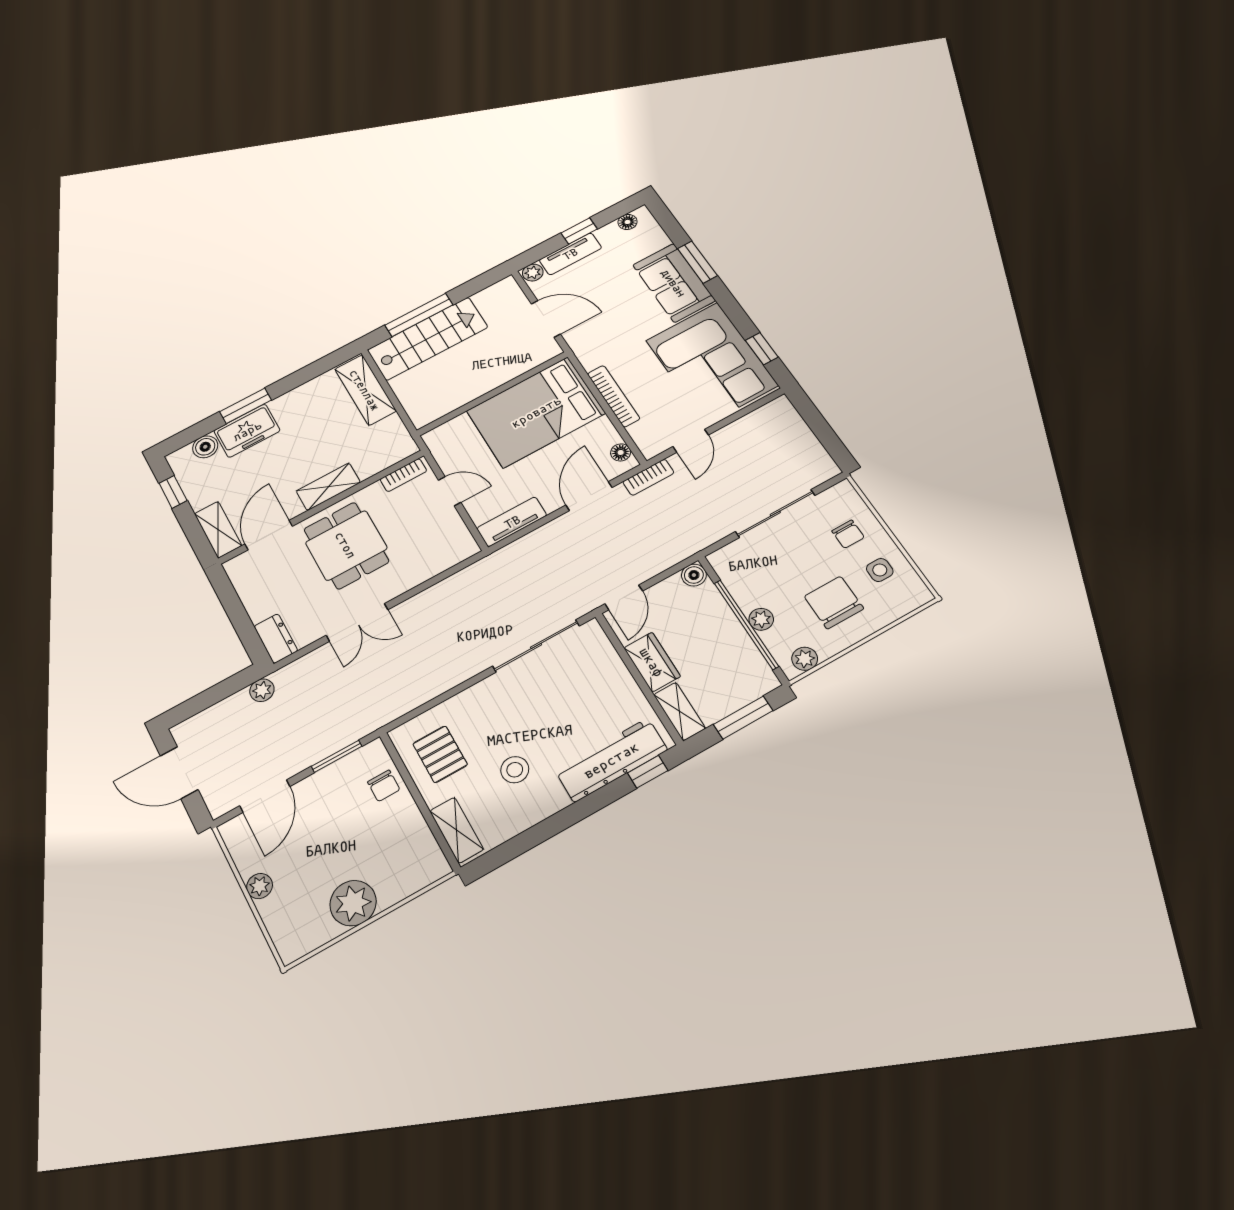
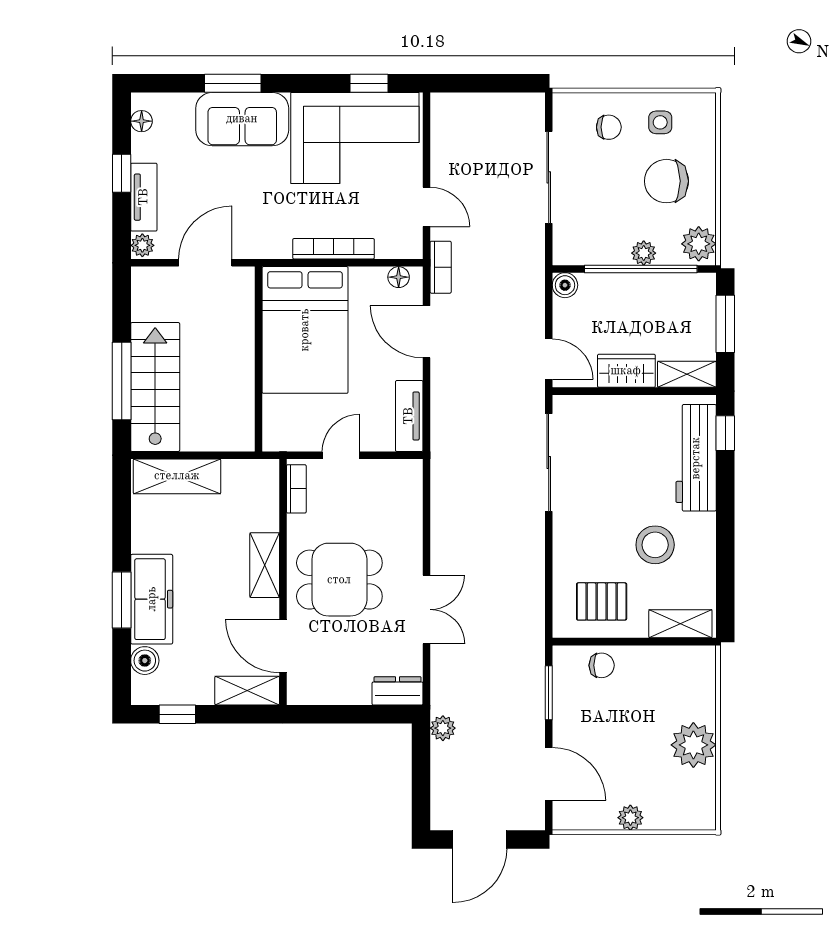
freezer: (247, 431) -> (152, 599), width x1.40
plant: (805, 659) -> (699, 244), width x1.38, depth x1.38
stool: (515, 770) -> (655, 545), width x1.38, depth x1.38

